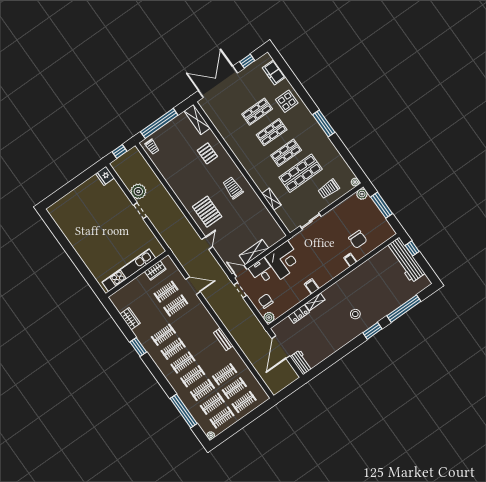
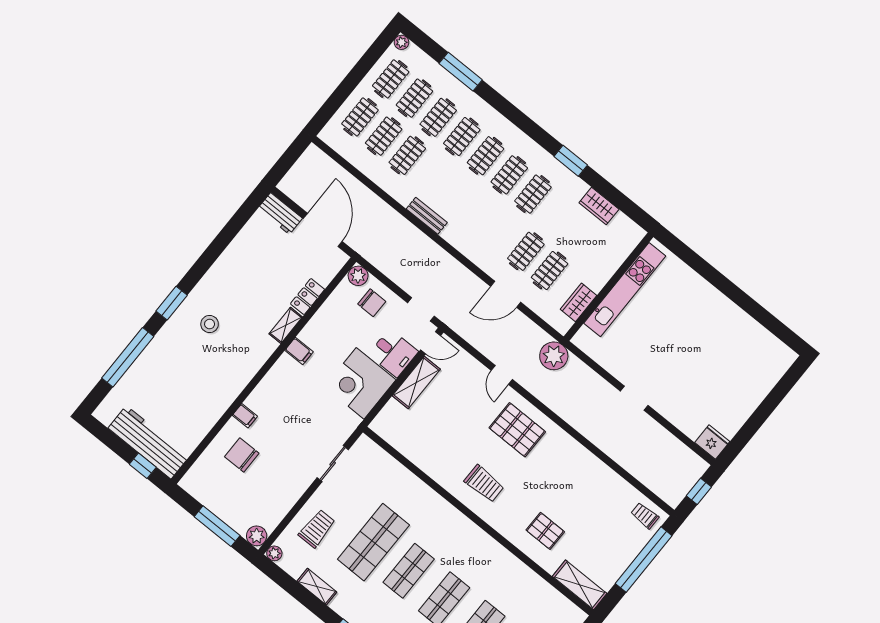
plant: (138, 191) -> (554, 356), moved
shelving: (271, 199) -> (317, 587), moved
window: (184, 411) -> (461, 72), width x0.68

